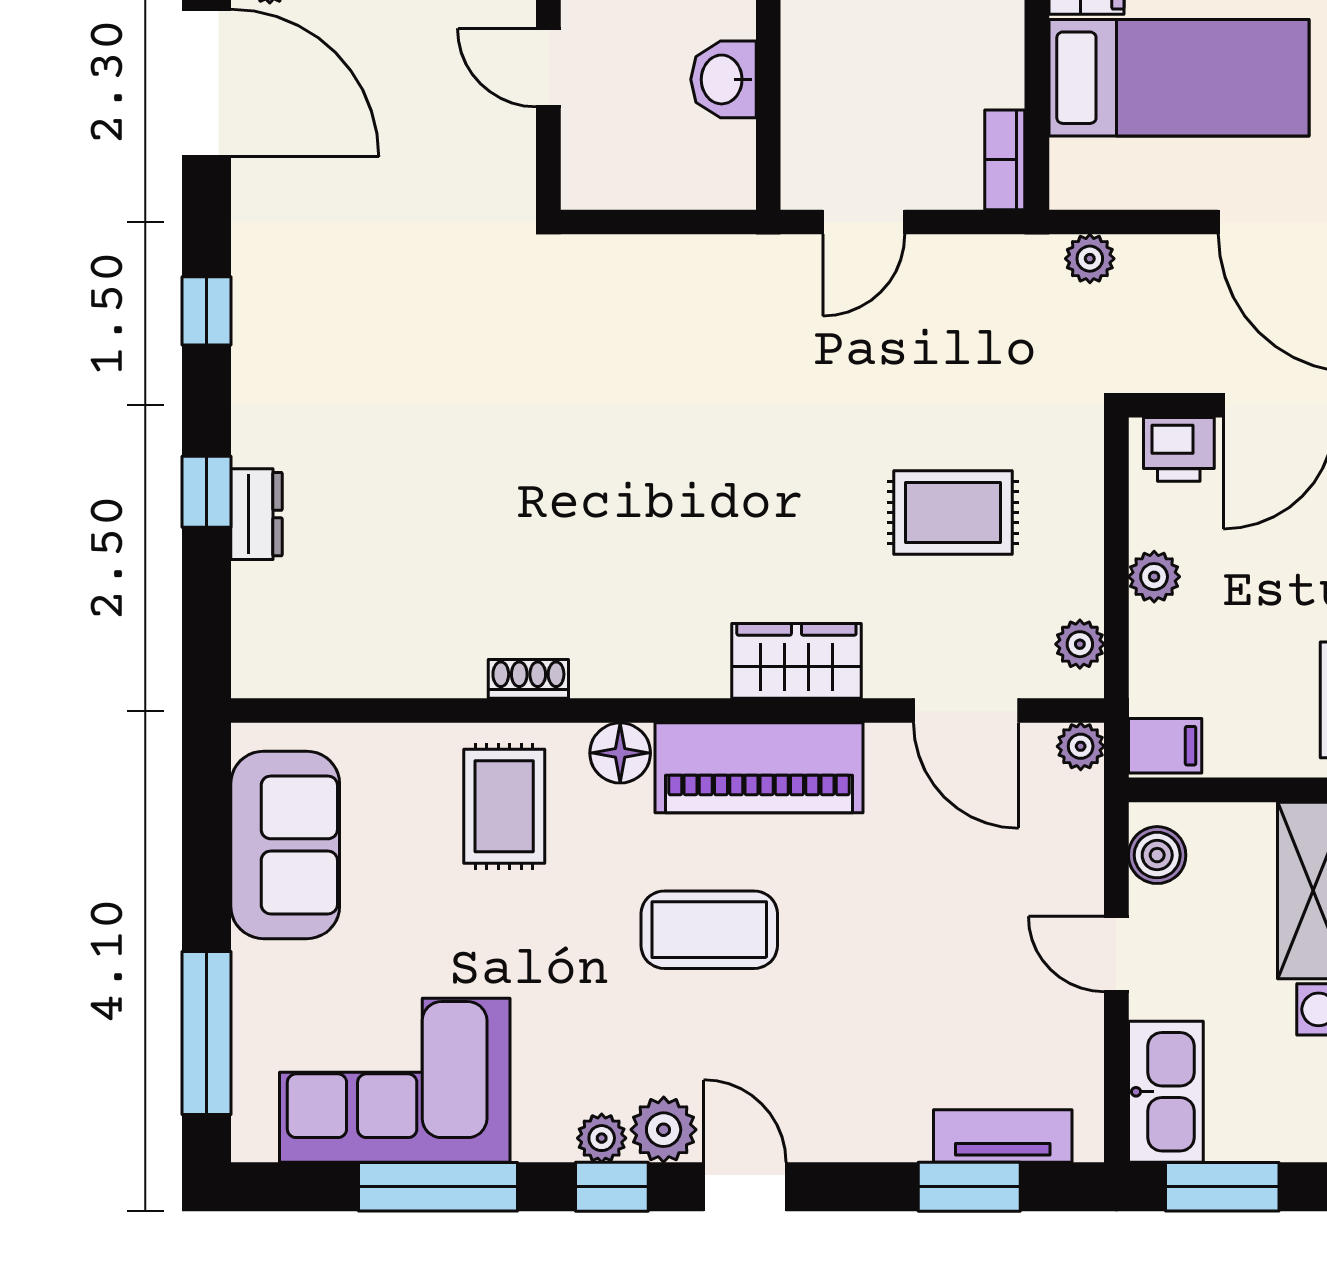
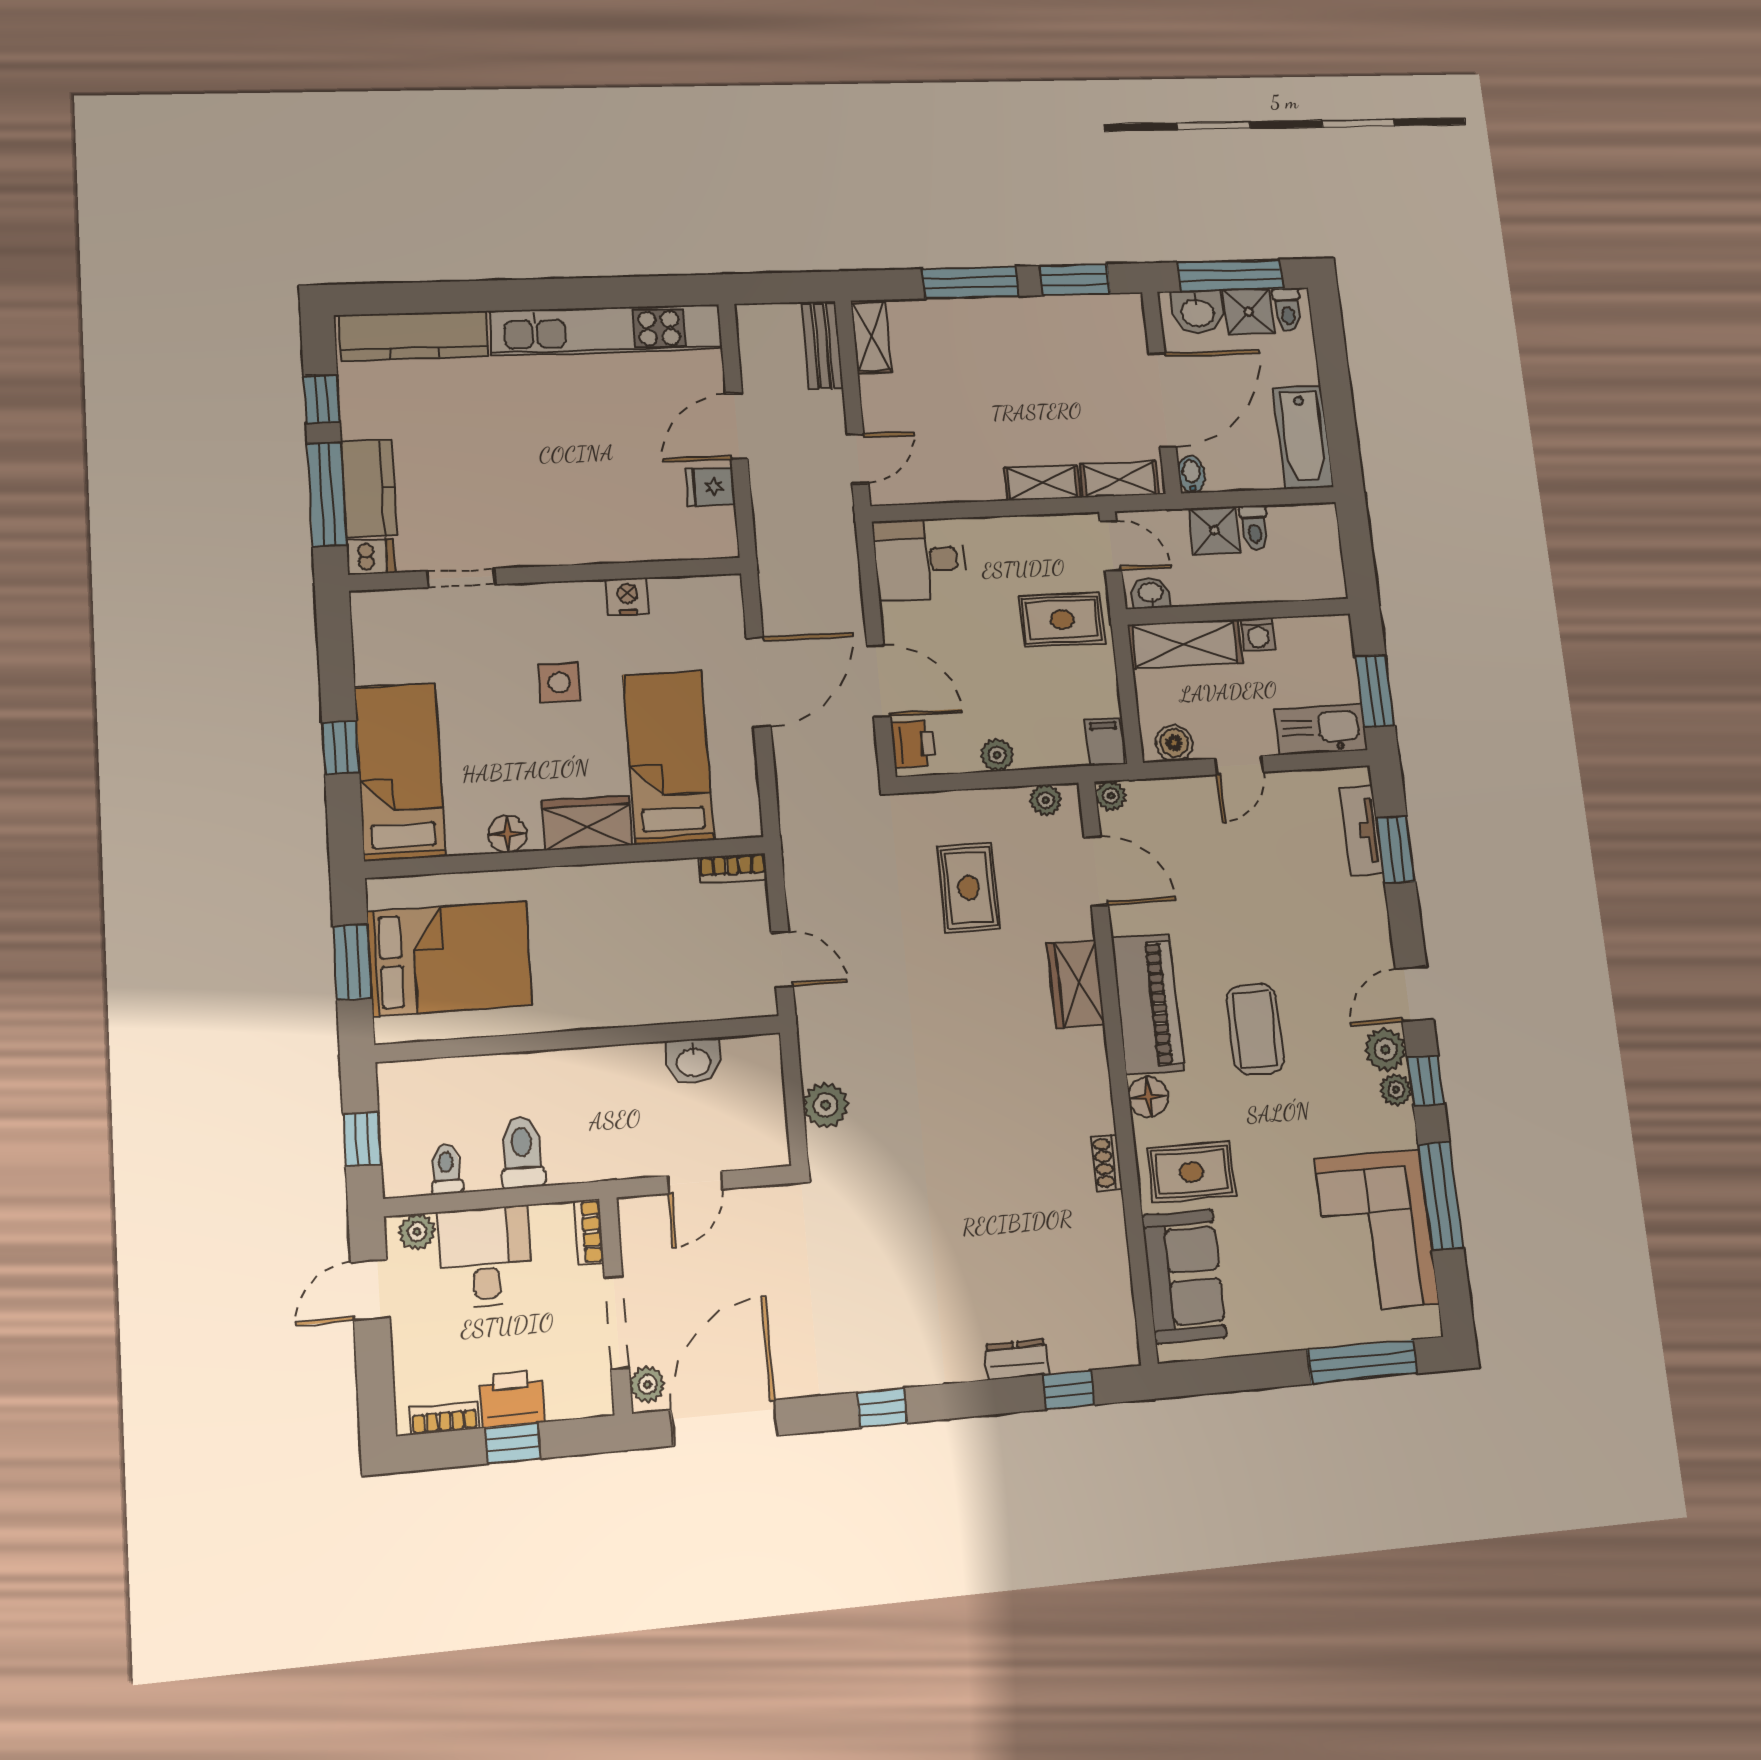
plant: (1090, 259) -> (826, 1105), moved, width x1.38, depth x1.38
window: (207, 492) -> (1069, 1390), moved
door: (966, 711) -> (1096, 871), hinge flipped
sofa: (285, 845) -> (1184, 1276), moved, turned 90

